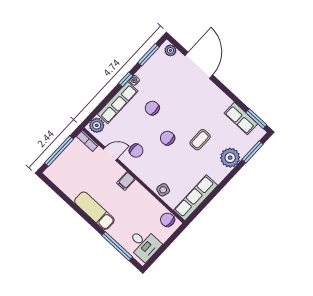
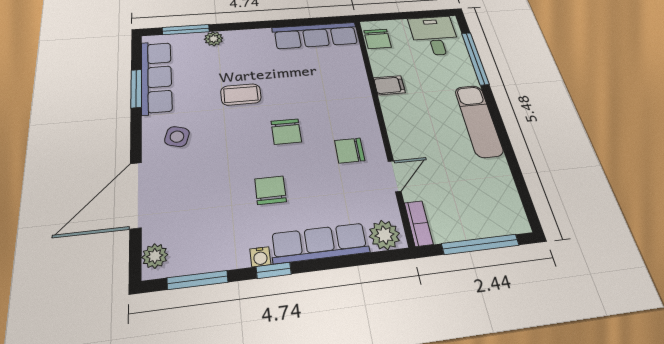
chair: (152, 108) -> (270, 190), turned 180
row of seats: (241, 118) -> (156, 77), width x1.48
window: (256, 119) -> (136, 88), moved
chair: (136, 151) -> (350, 150), turned -90
door: (110, 154) -> (395, 176), swing flipped
plant: (230, 158) -> (214, 39), width x0.53, depth x0.53
filing cabinet: (126, 181) -> (389, 85), moved
side table: (163, 190) -> (177, 137), moved

